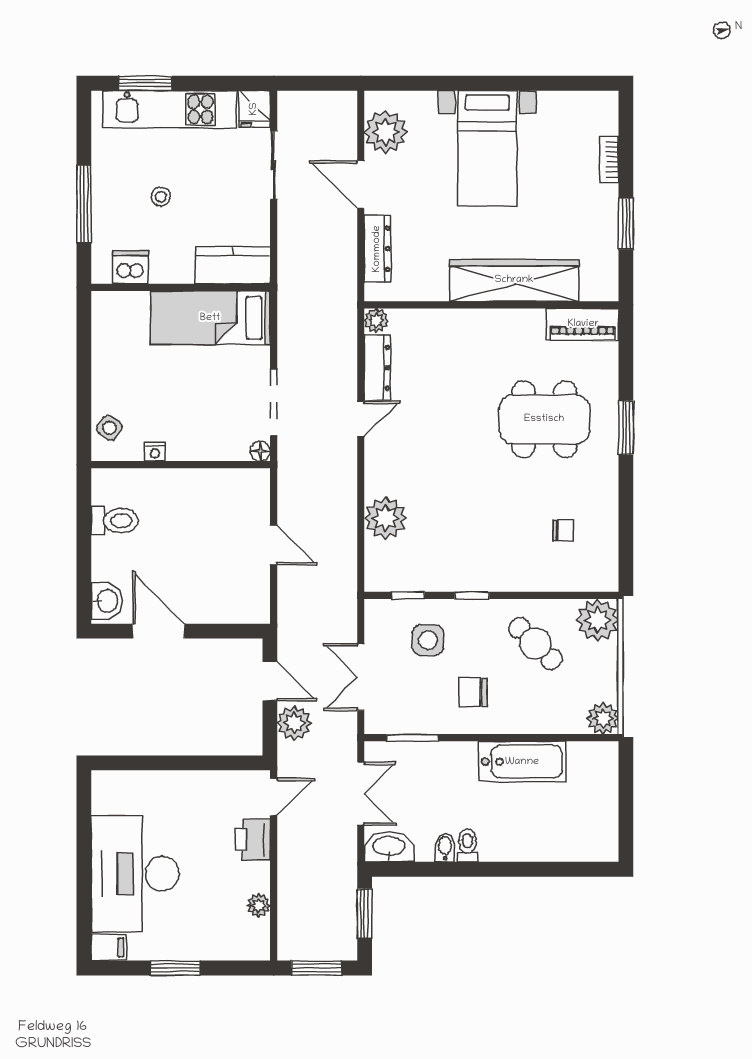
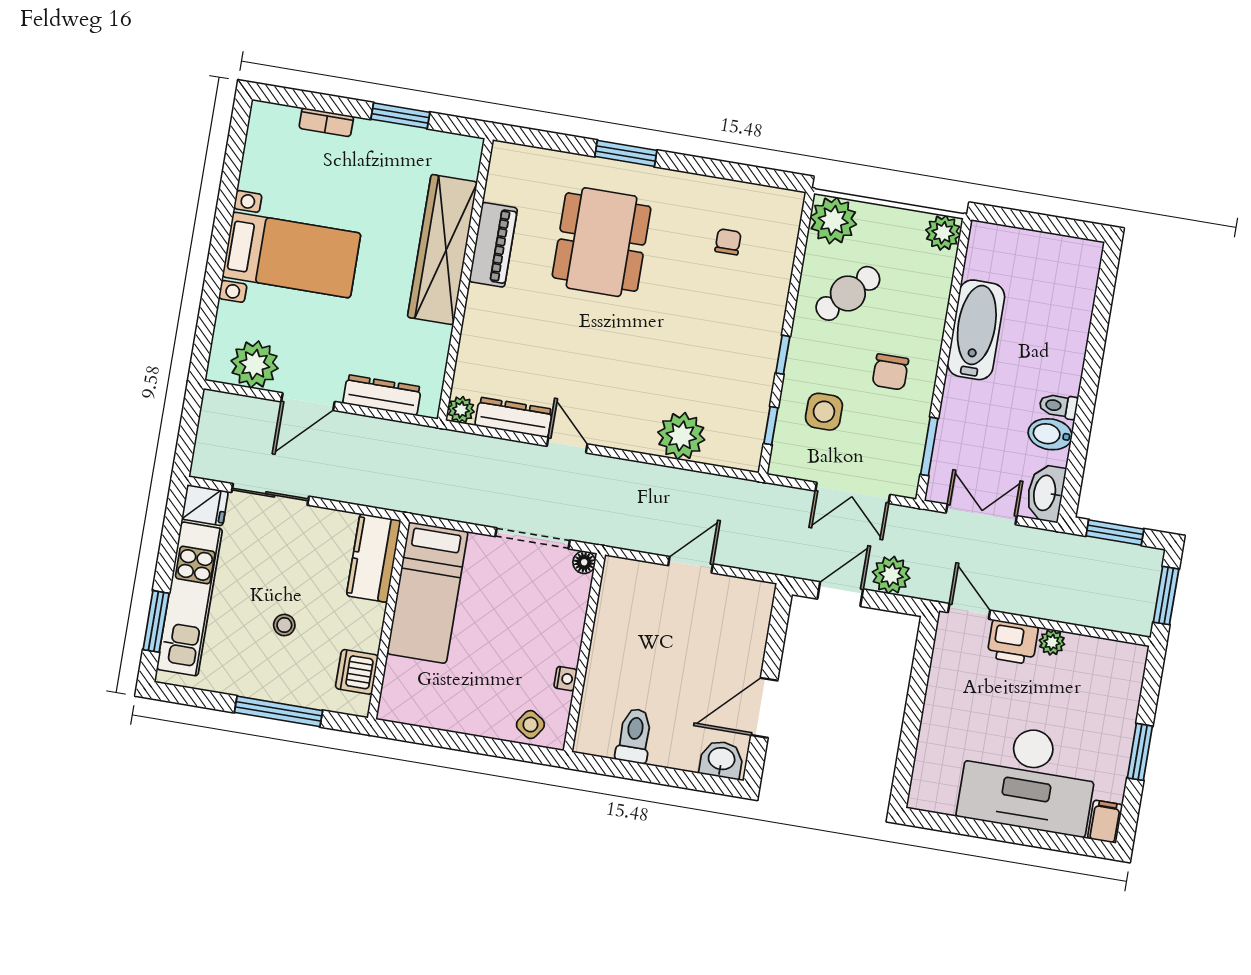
piano: (583, 324) -> (493, 245), moved
bidet: (445, 847) -> (1050, 434), width x1.38, depth x1.36
plant: (259, 905) -> (1052, 642), moved

